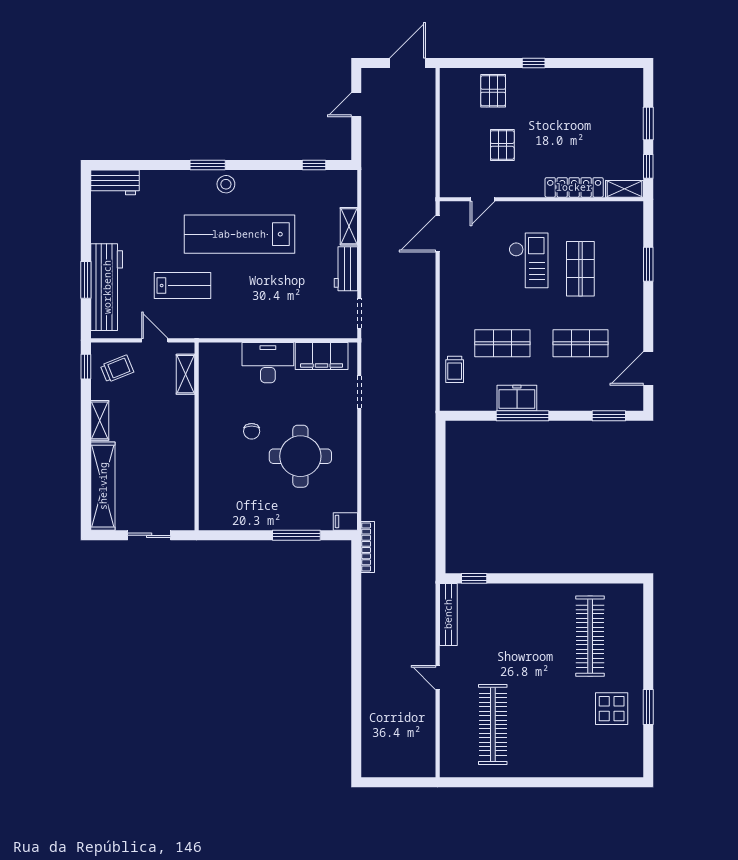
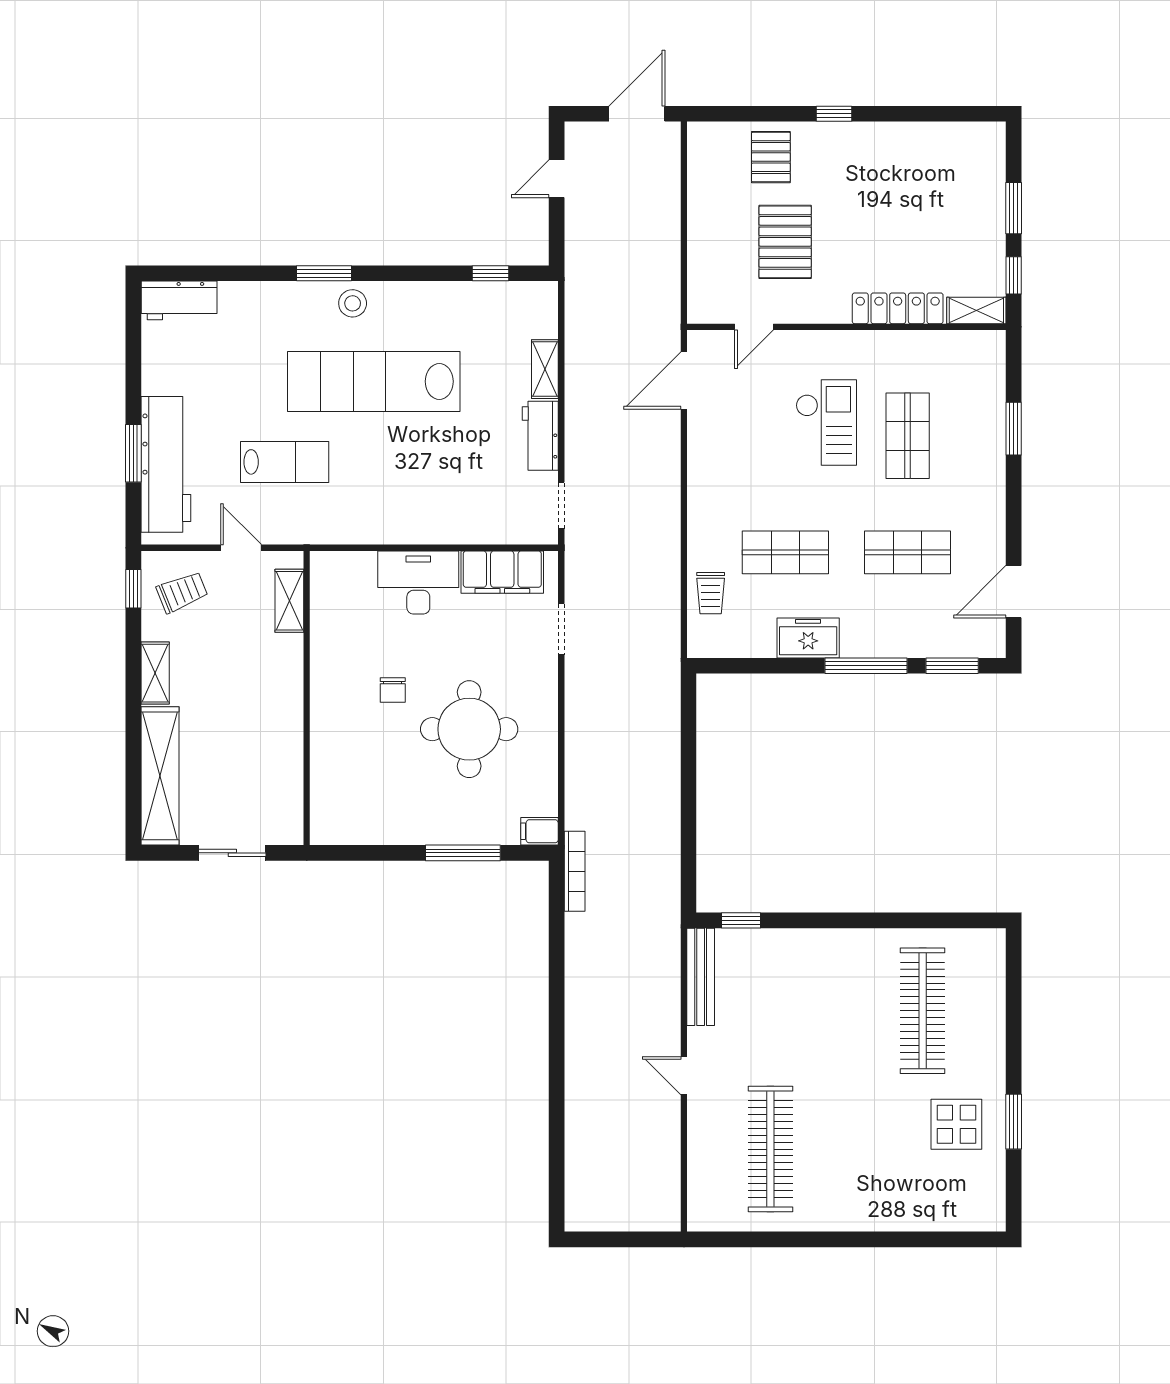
pallet: (502, 145) -> (785, 242), width x1.50, depth x1.42
window: (522, 416) -> (866, 666), moved

